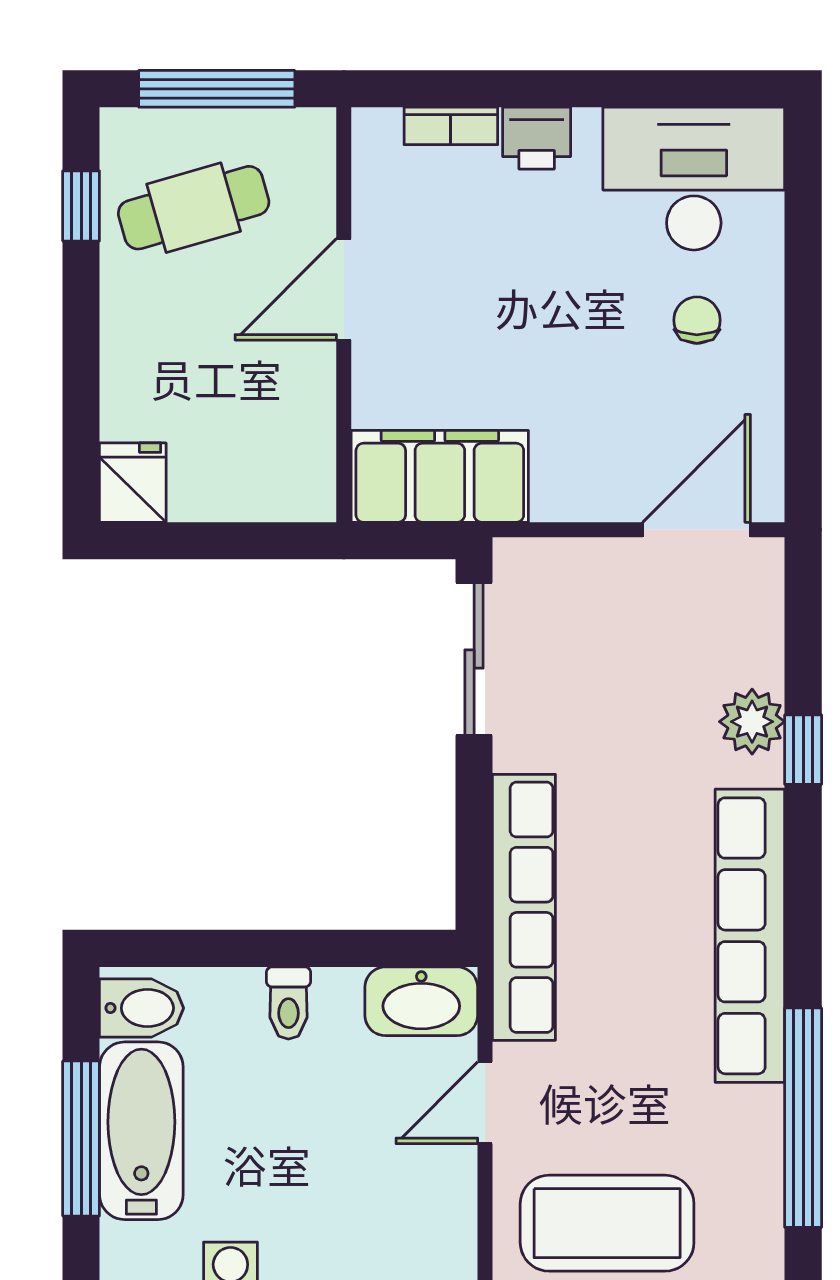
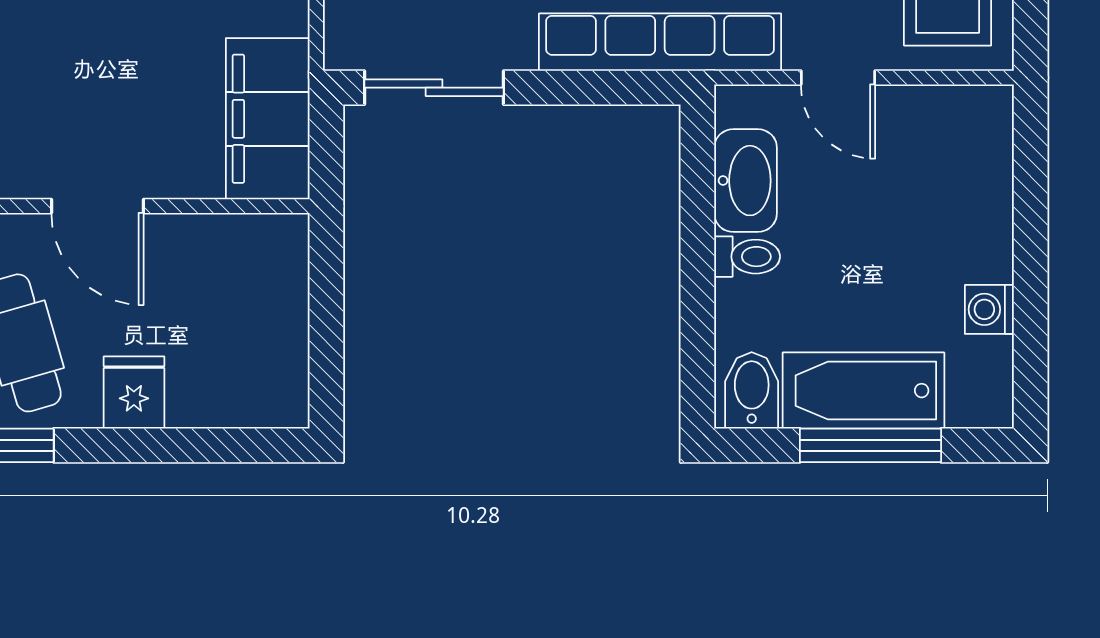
fridge: (133, 483) -> (134, 392), moved, turned 90
washbasin: (421, 1001) -> (746, 181), moved

